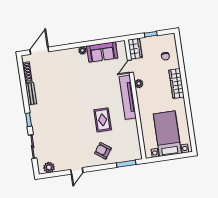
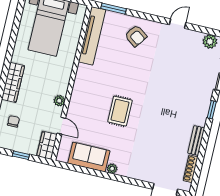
door: (130, 66) -> (61, 126), hinge flipped
tv unit: (128, 97) -> (92, 36), moved
rug: (103, 120) -> (120, 111), moved

